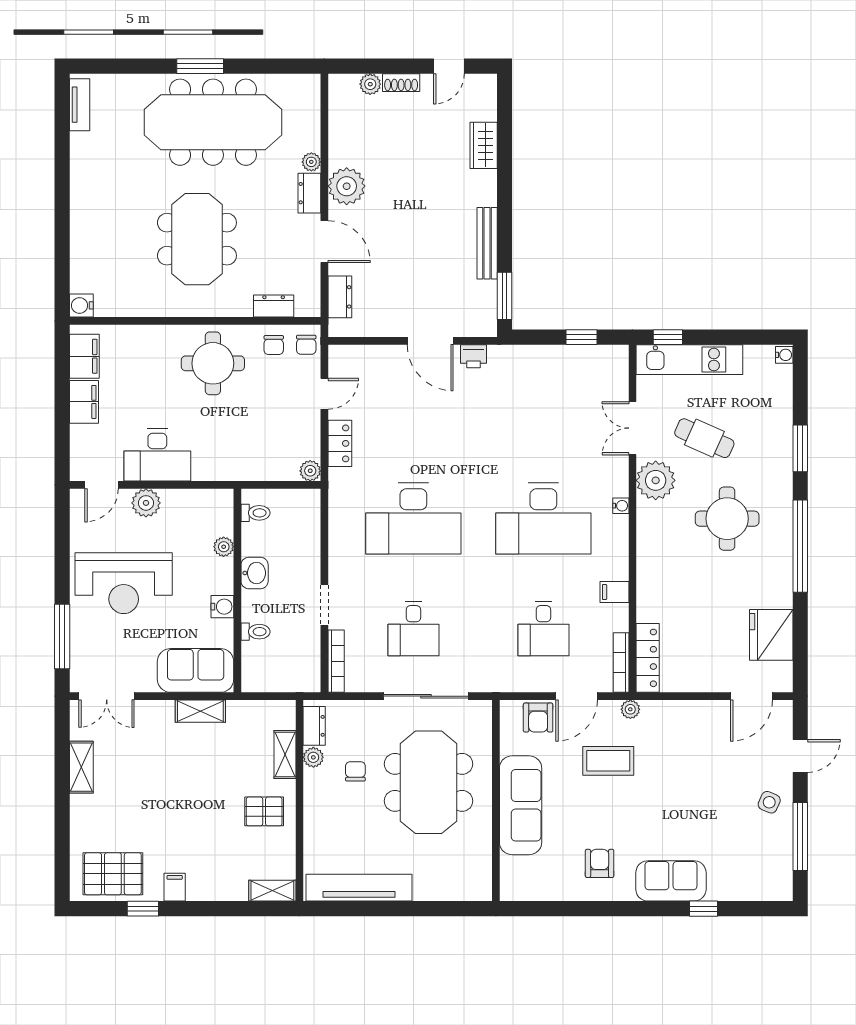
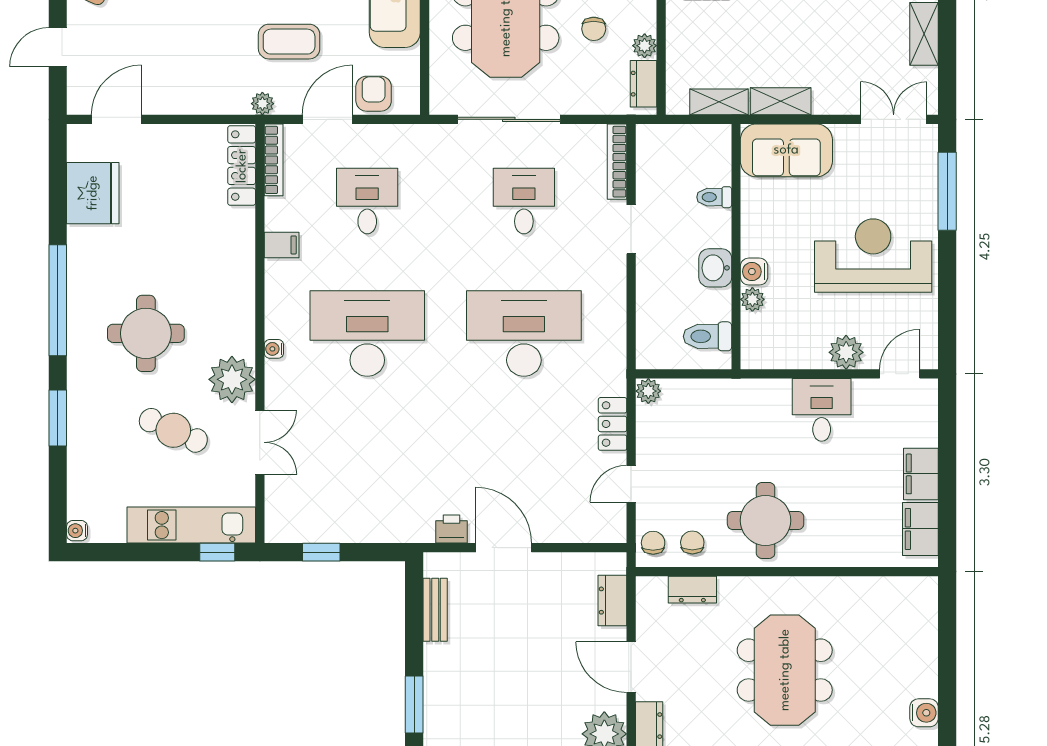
bench: (487, 243) -> (435, 610), moved, width x0.73
window: (505, 296) -> (414, 704), moved
water cooler: (81, 305) -> (924, 713), moved
desk: (157, 455) -> (822, 410), width x0.73
toilet: (255, 513) -> (707, 336), width x1.37, depth x1.39
water cooler: (222, 607) -> (754, 272), moved
shelving: (285, 754) -> (719, 102), moved, turned 90

